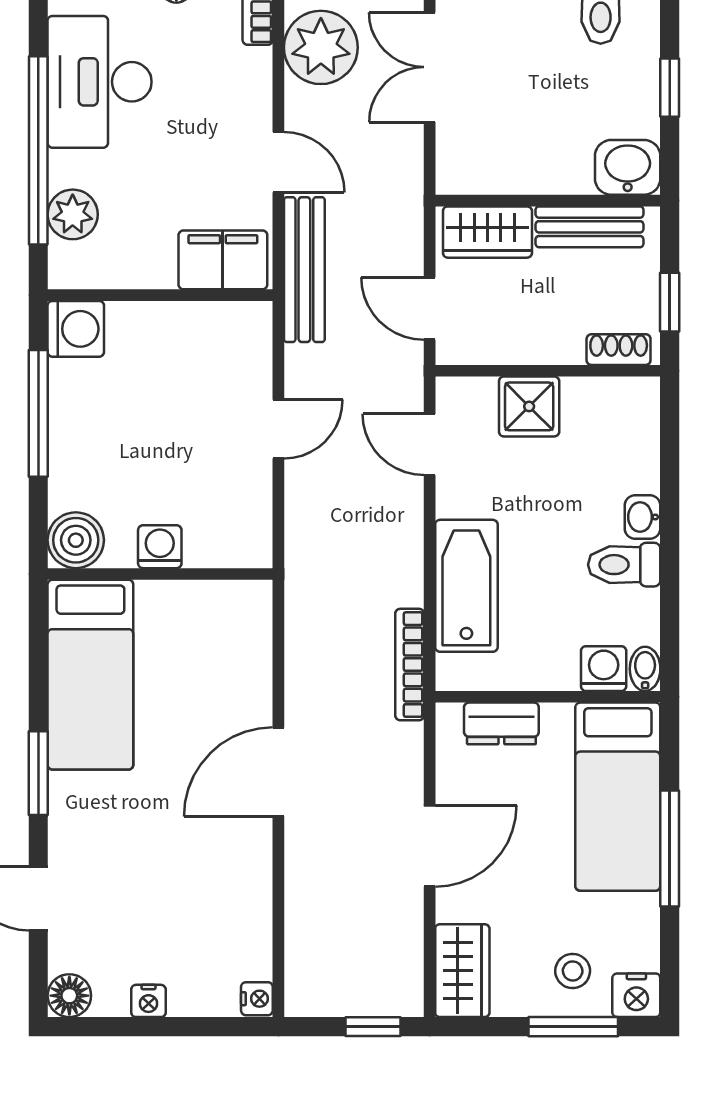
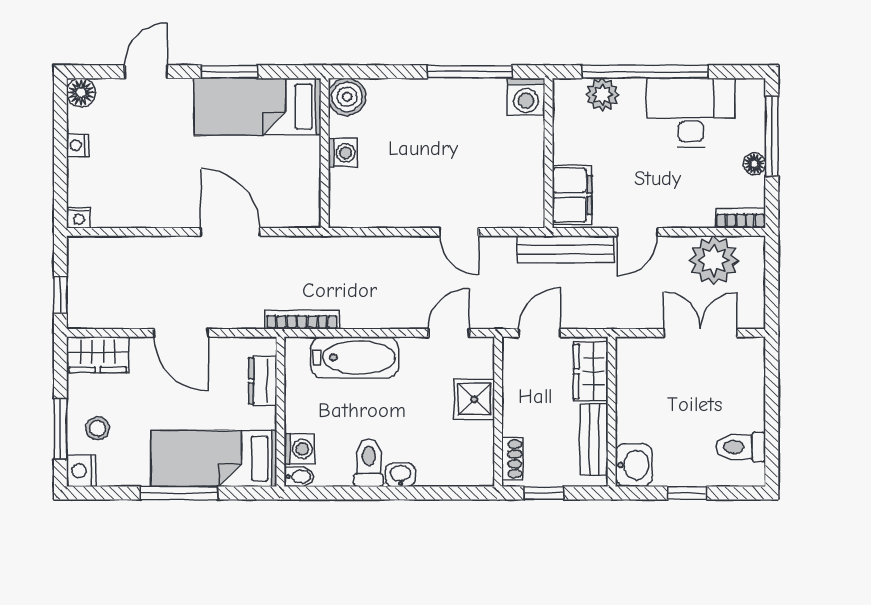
boiler: (76, 540) -> (347, 97), moved
washing machine: (160, 547) -> (343, 153), moved
wall: (160, 574) -> (325, 153), moved
bed: (90, 675) -> (257, 107), moved

